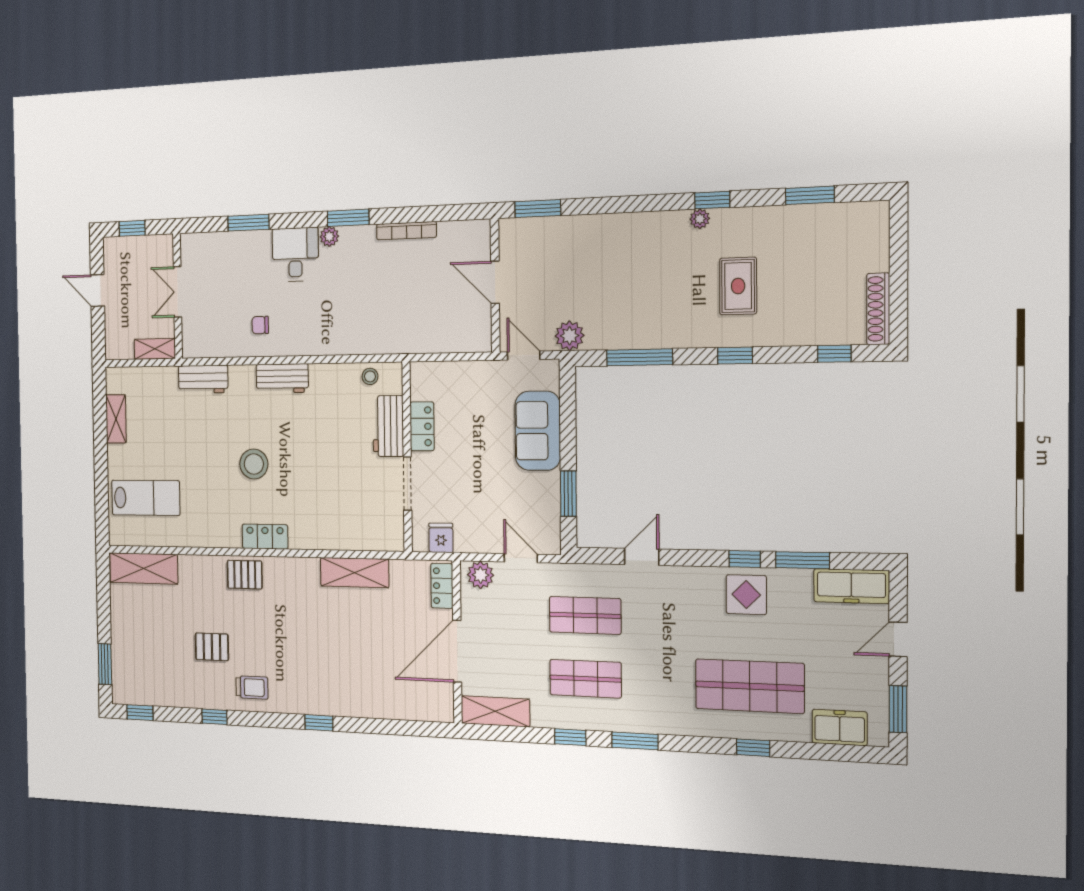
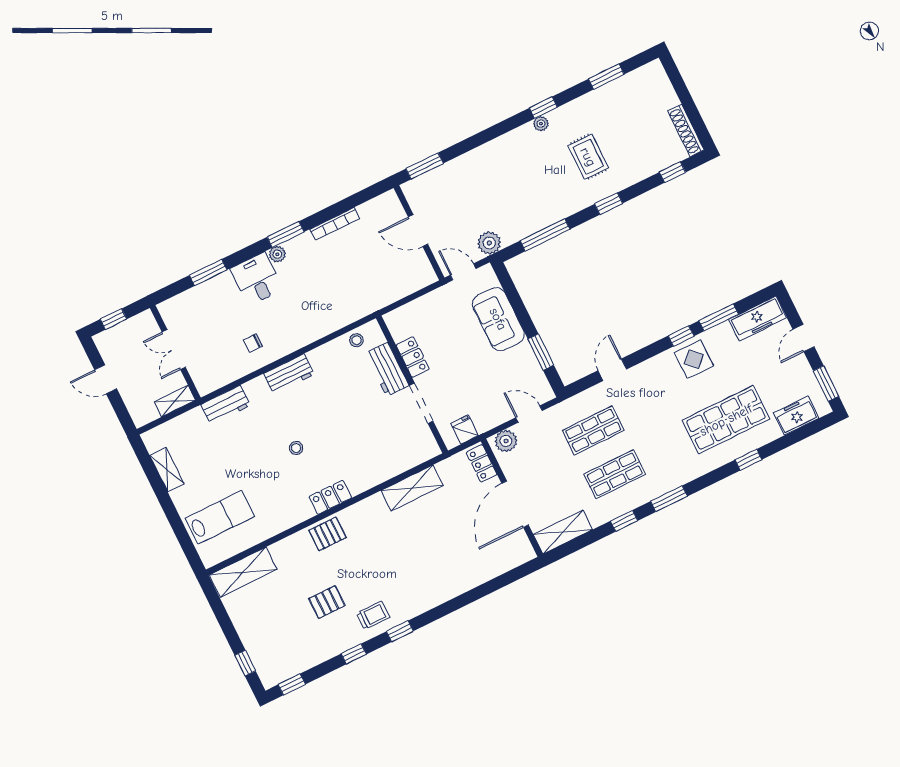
stool: (254, 464) -> (296, 448), width x0.53, depth x0.53
window: (105, 664) -> (245, 663), width x0.67
window: (319, 723) -> (400, 631), moved

